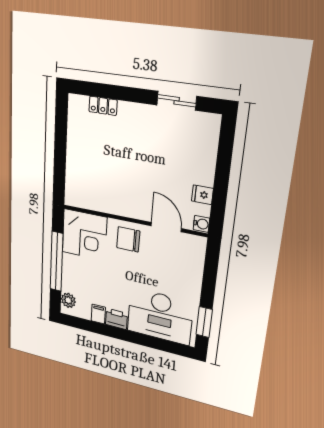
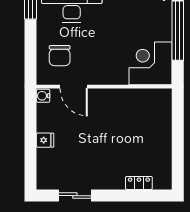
fridge: (202, 195) -> (45, 140), moved
chair: (128, 239) -> (60, 56), moved, turned 90

